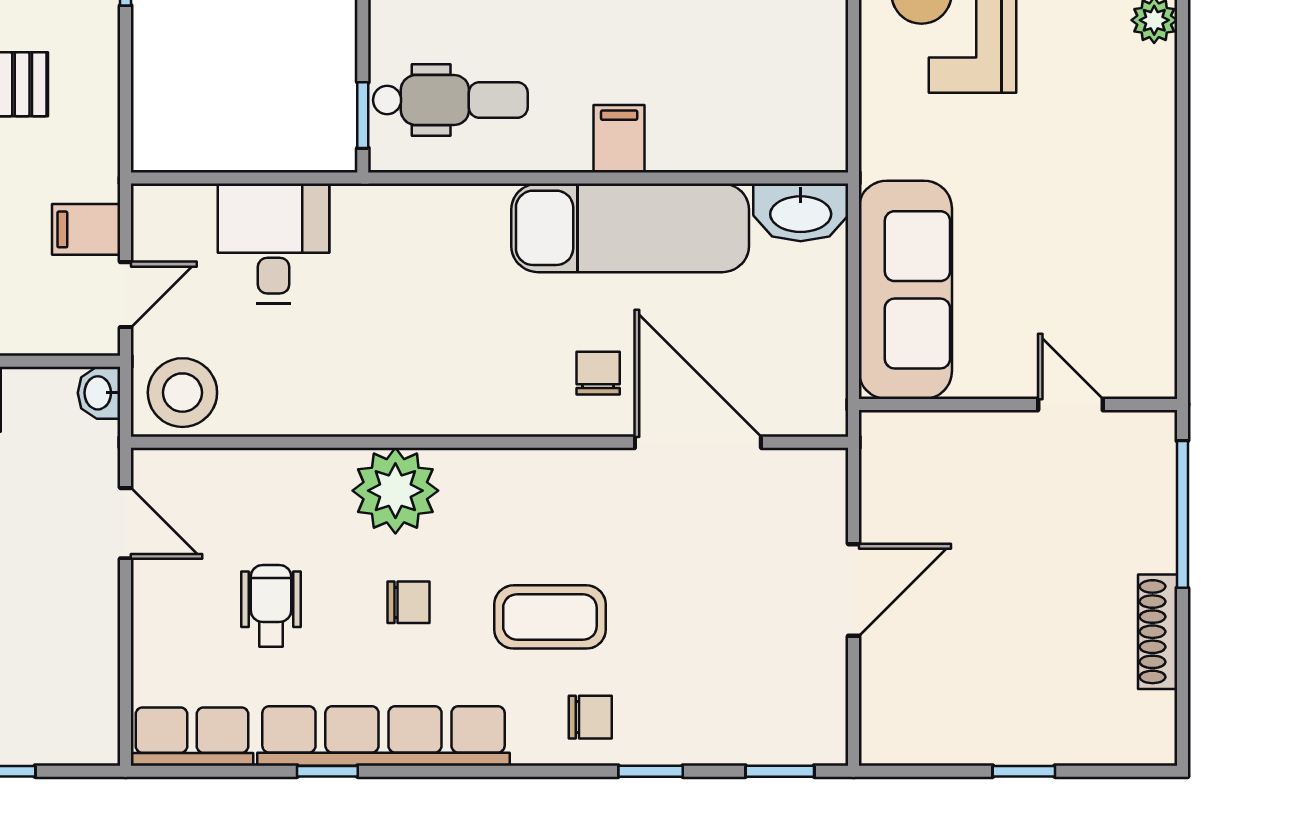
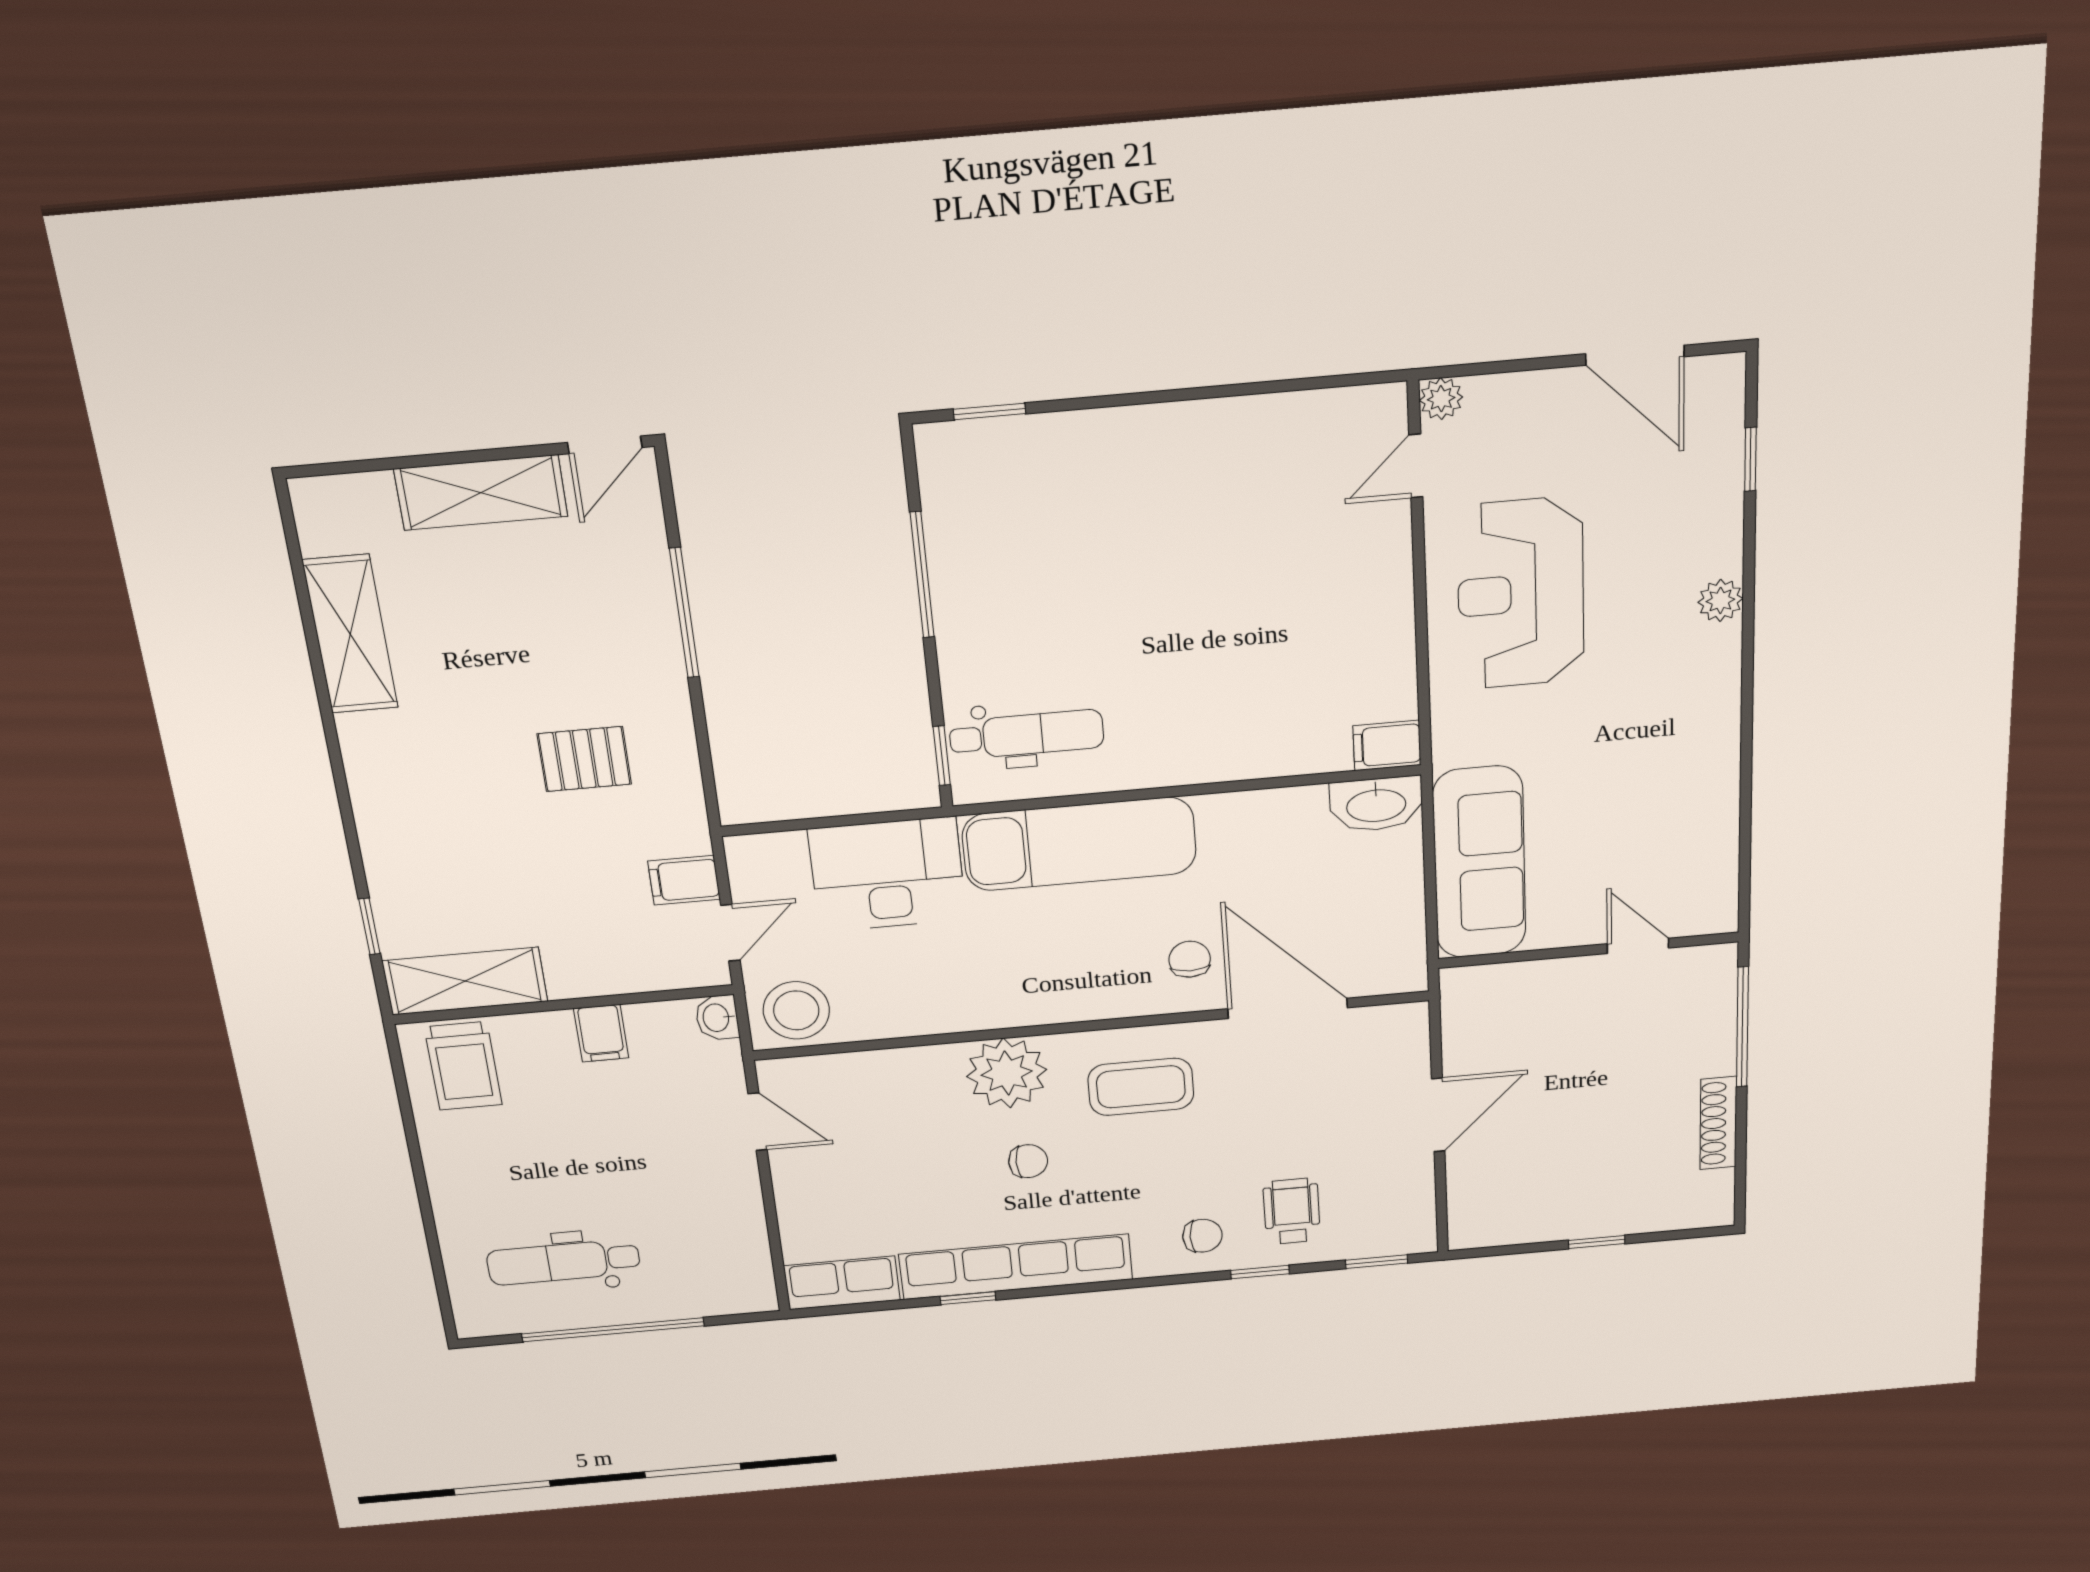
filing cabinet: (619, 139) -> (1387, 745), moved, turned -90
exam couch: (630, 228) -> (1079, 844), moved
desk: (274, 243) -> (887, 874), width x1.37
wheelchair: (271, 606) -> (1292, 1211), moved
coffee table: (550, 617) -> (1141, 1087), moved

